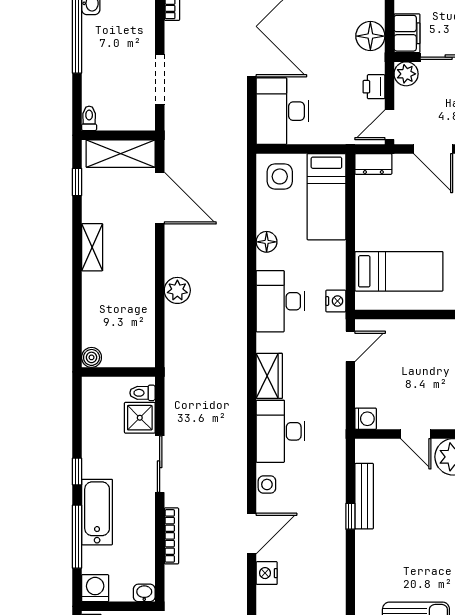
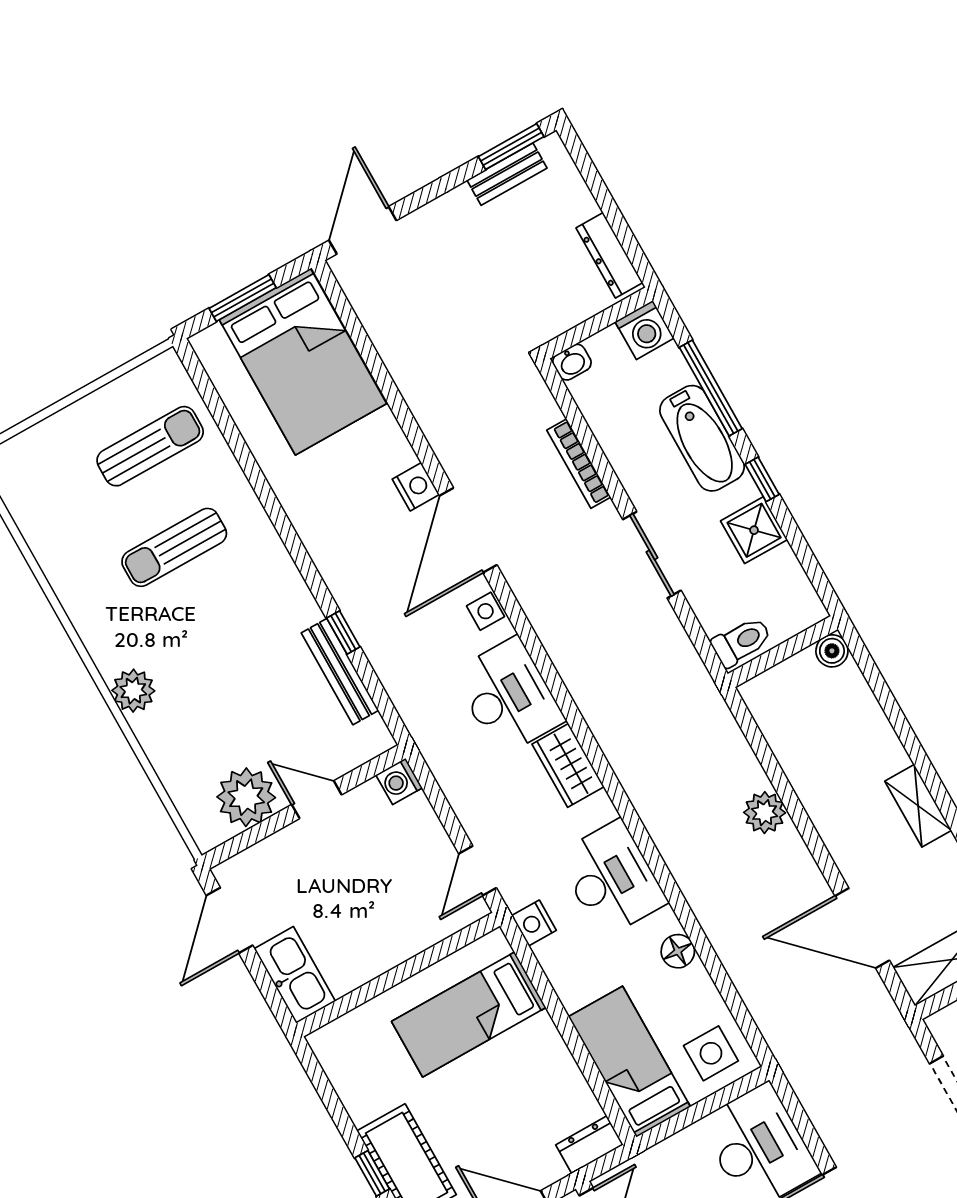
toilet: (143, 393) -> (742, 642), width x1.37, depth x1.39
shower: (140, 418) -> (754, 530), moved
door: (252, 534) -> (468, 530), width x1.36

